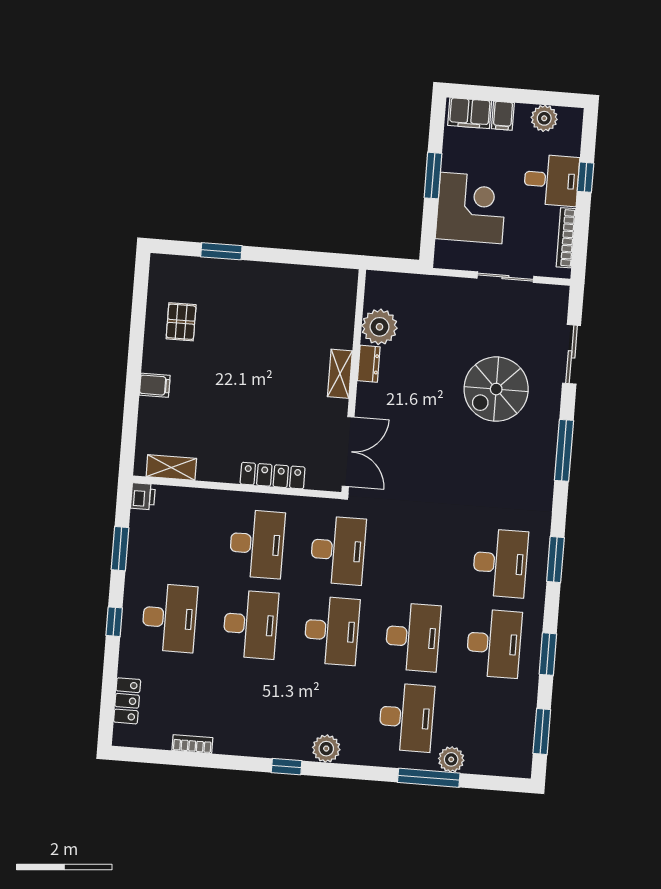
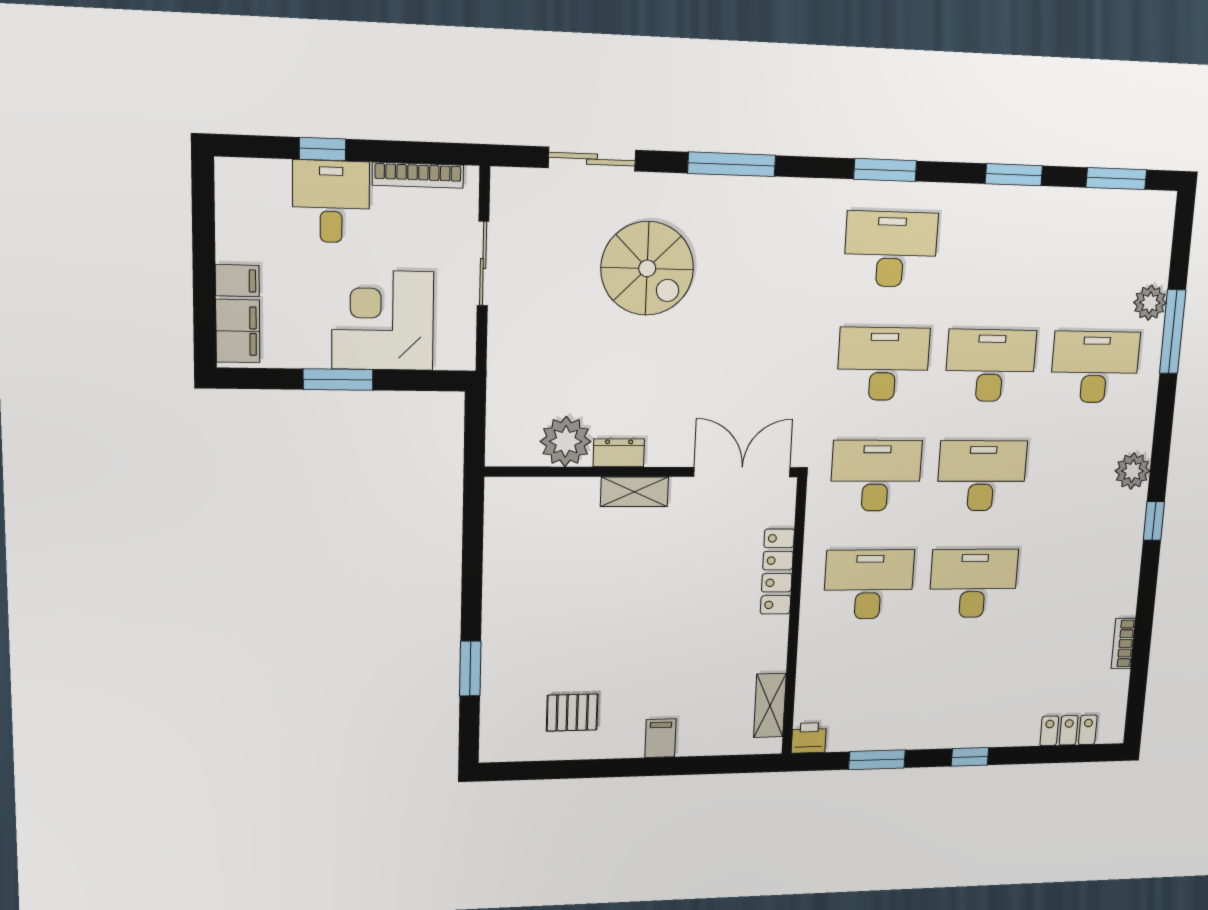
plant: (544, 118) -> (236, 217), removed
desk: (169, 618) -> (965, 688), removed
desk: (494, 643) -> (883, 364), moved

